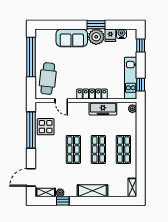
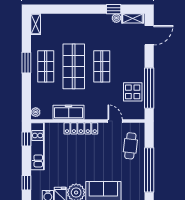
cafe table: (48, 79) -> (130, 146), width x0.73, depth x0.74
shop shelf: (98, 149) -> (74, 66), width x1.43, depth x1.36
window: (141, 153) -> (26, 63), added
shelving: (92, 191) -> (80, 20), removed

